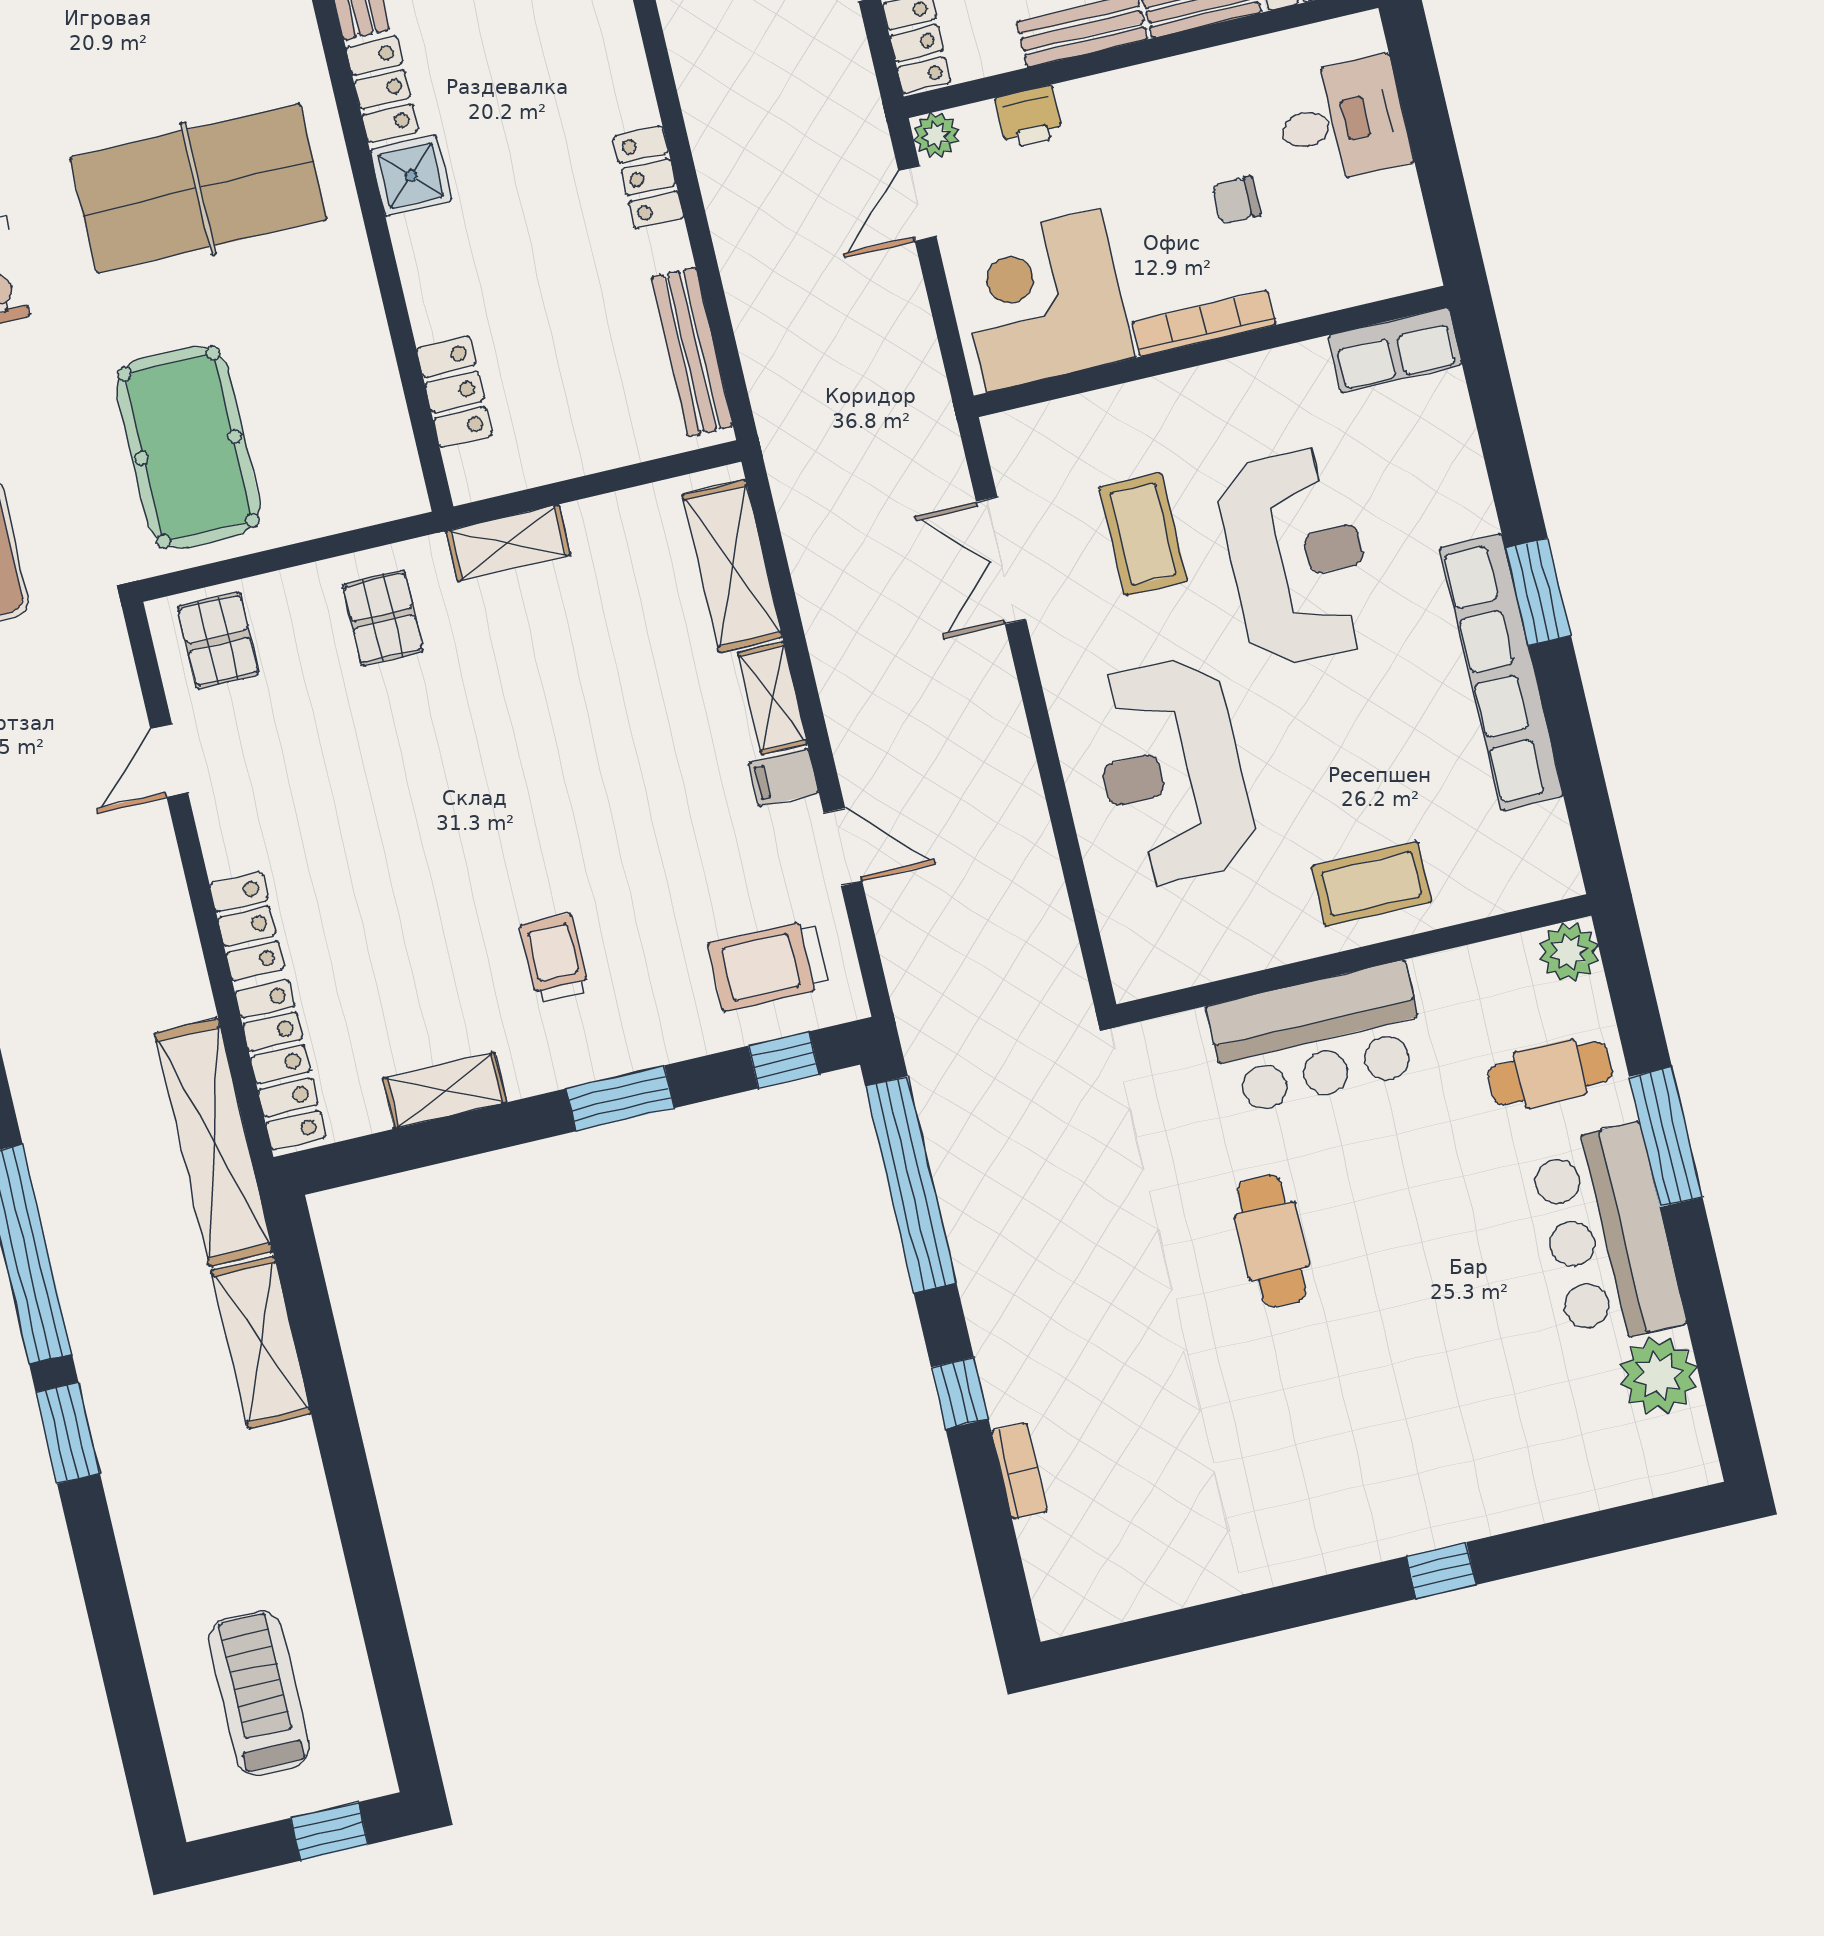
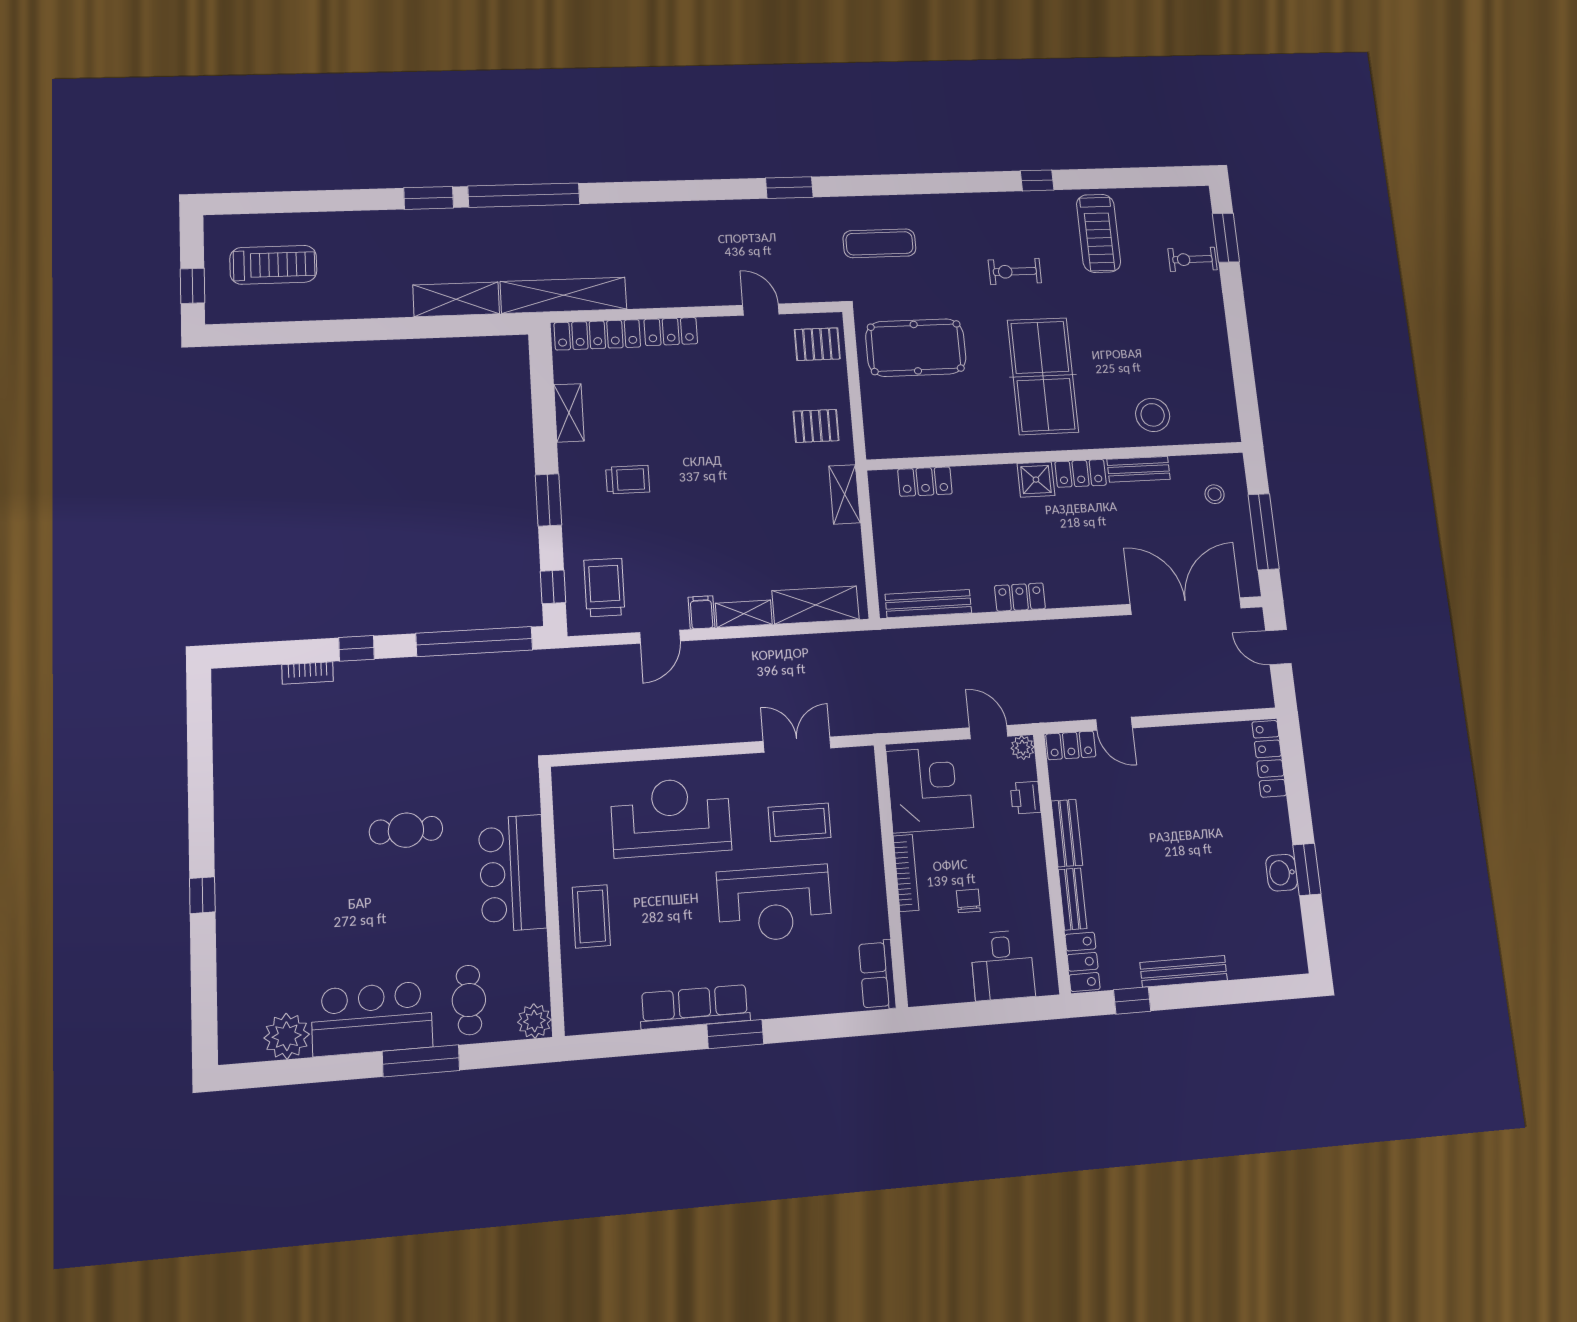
row of seats: (1501, 672) -> (695, 1007), width x0.73

